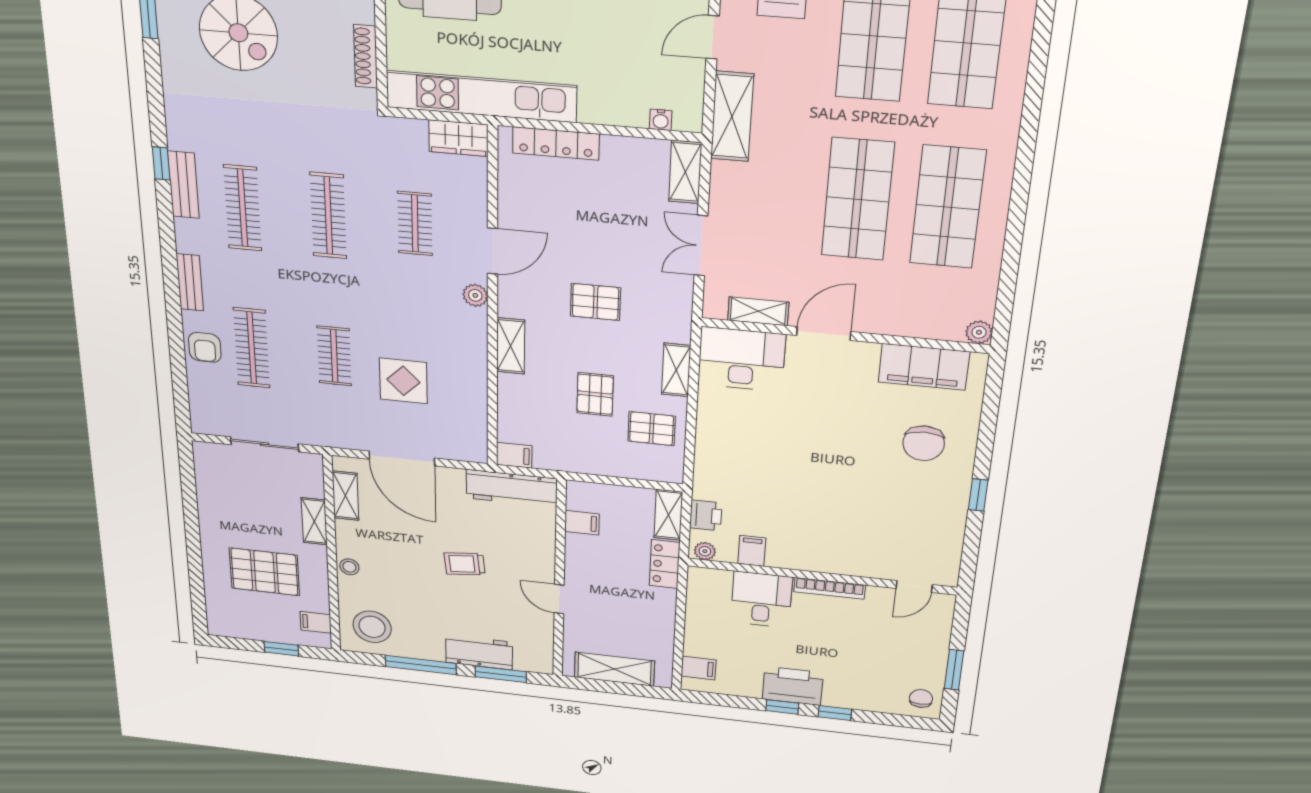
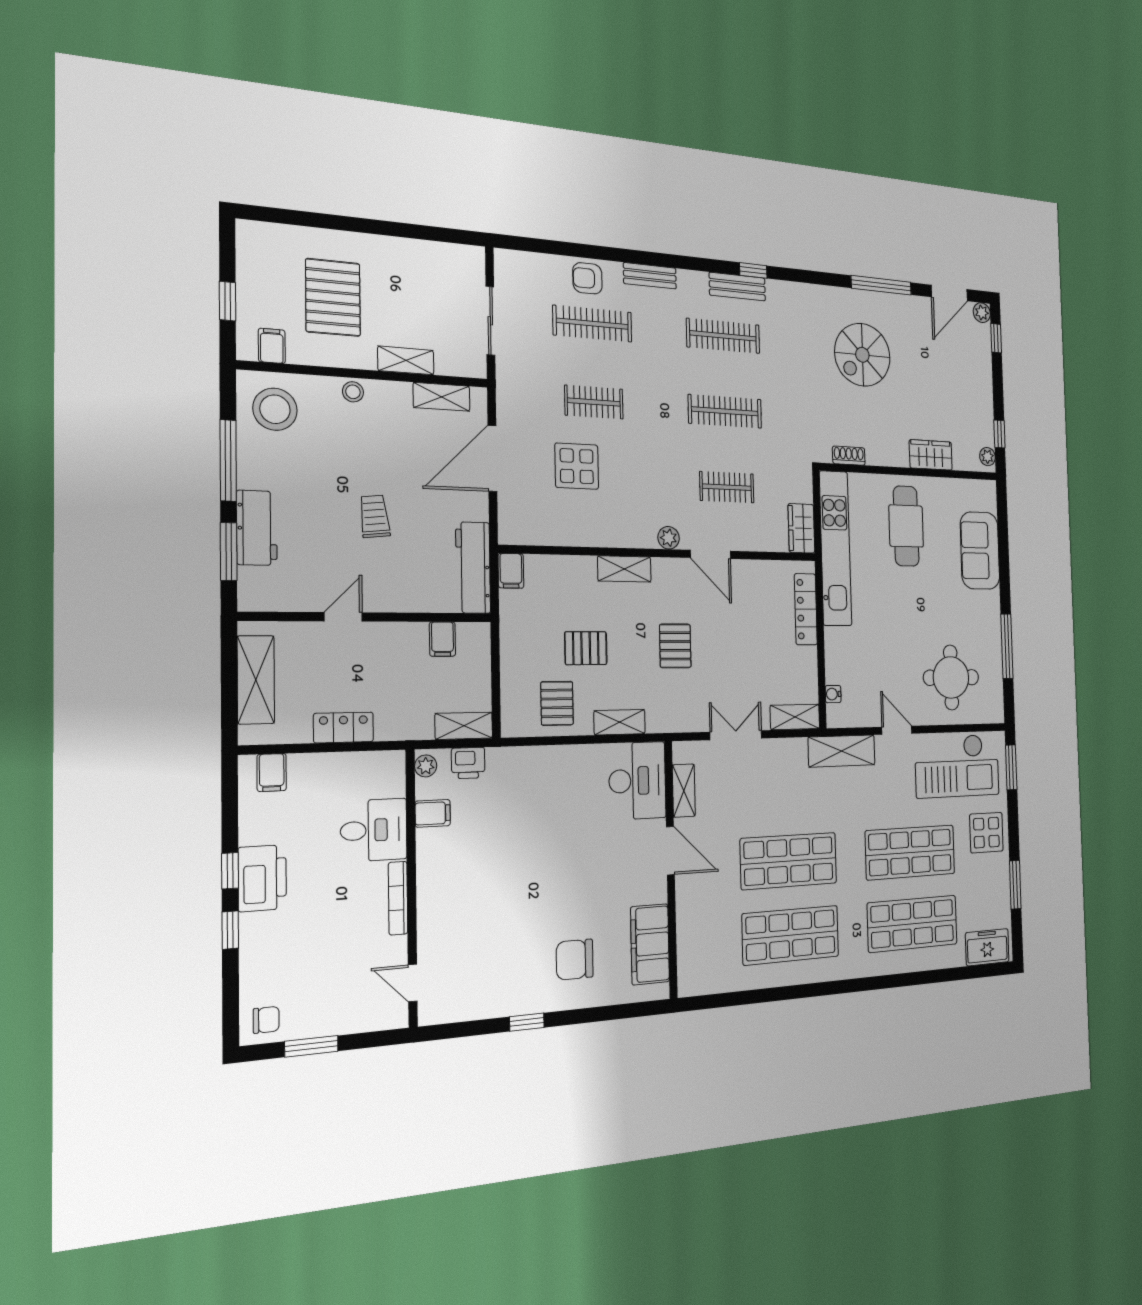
shoe rack: (366, 56) -> (849, 456), width x0.70
plant: (979, 332) -> (688, 985), removed
locker: (665, 564) -> (344, 727), moved

